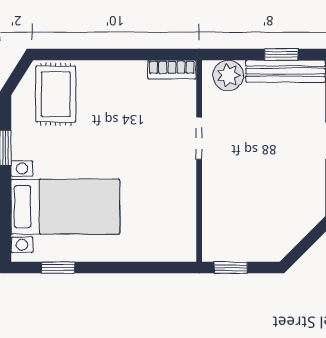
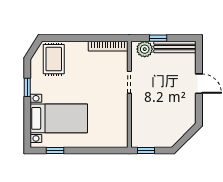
window: (281, 54) -> (158, 38), moved
bookcase: (172, 70) -> (108, 46), width x1.56

